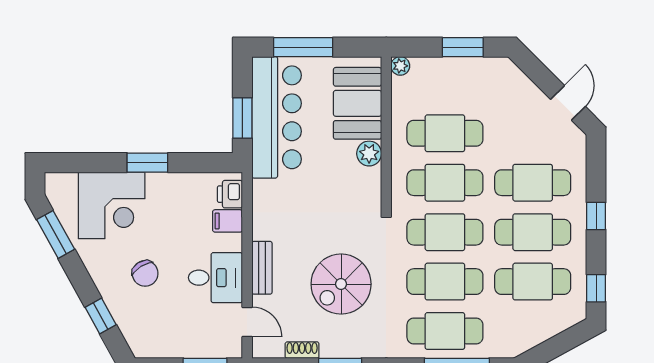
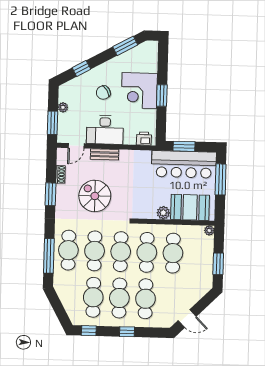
corner desk: (112, 205) -> (139, 91), moved
filing cabinet: (228, 221) -> (130, 137), removed
desk: (215, 278) -> (105, 130), width x1.37
plant: (175, 349) -> (63, 107), added

